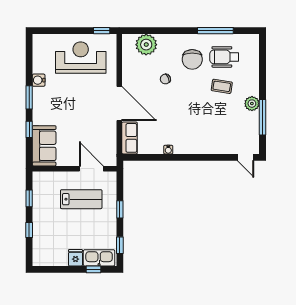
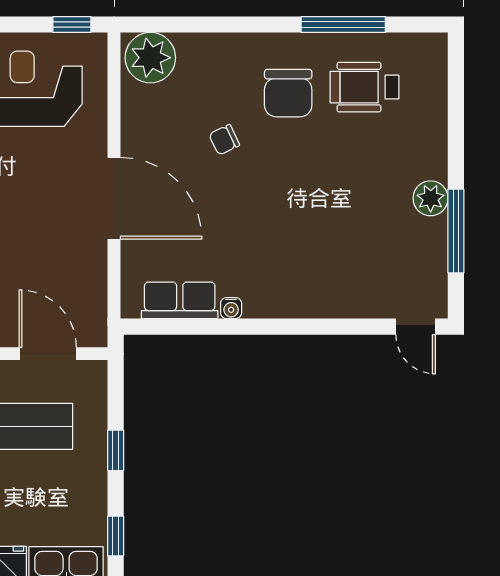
plant: (146, 45) -> (150, 58), moved
coffee table: (222, 86) -> (359, 157), removed
row of seats: (130, 138) -> (180, 300), moved, turned -90

